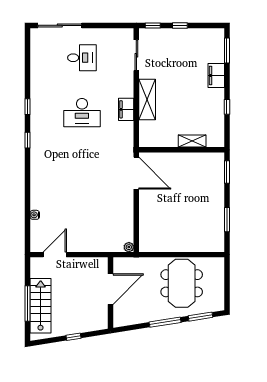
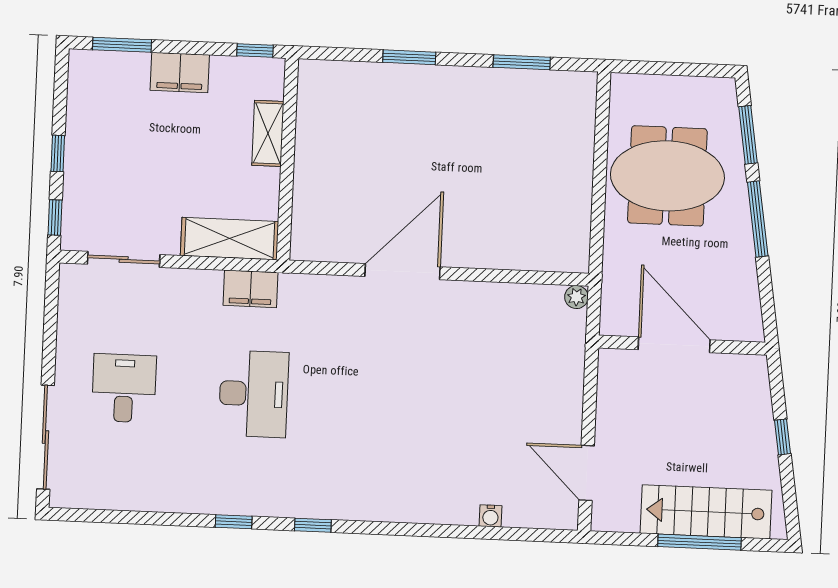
shelving: (192, 141) -> (268, 133), moved
wall: (182, 150) -> (288, 159), moved

